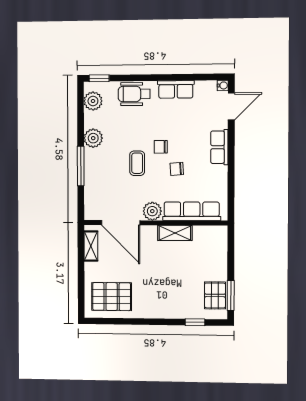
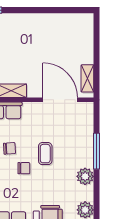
plant: (152, 211) -> (32, 110), removed
pallet: (112, 297) -> (69, 33), removed

